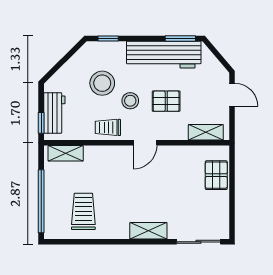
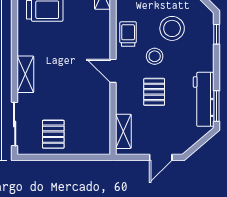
workbench: (164, 55) -> (204, 99), width x0.73, depth x0.76
pallet: (216, 175) -> (53, 134), moved, turned 90

